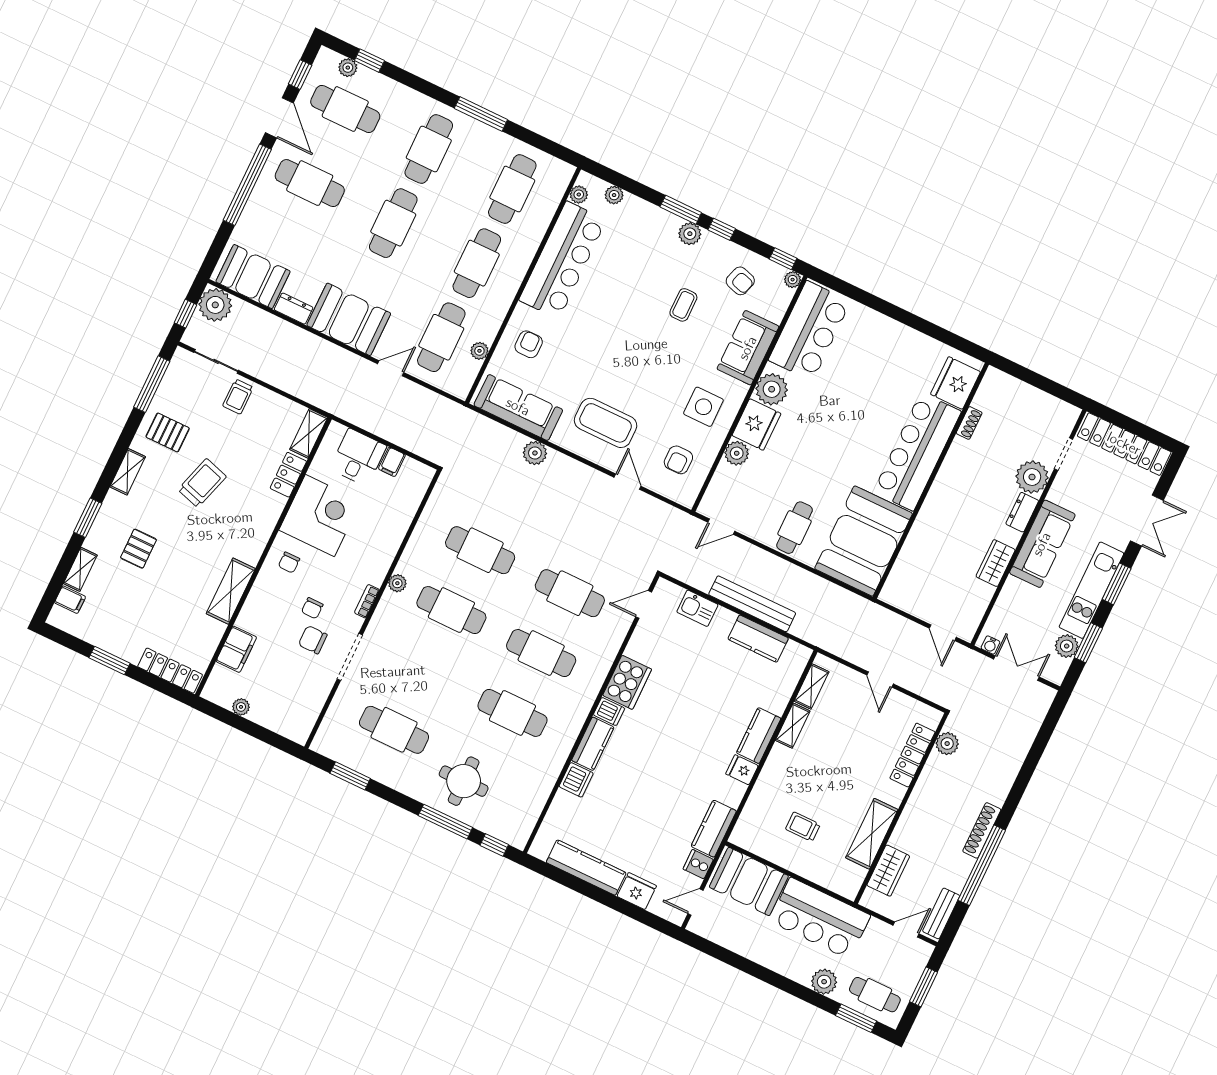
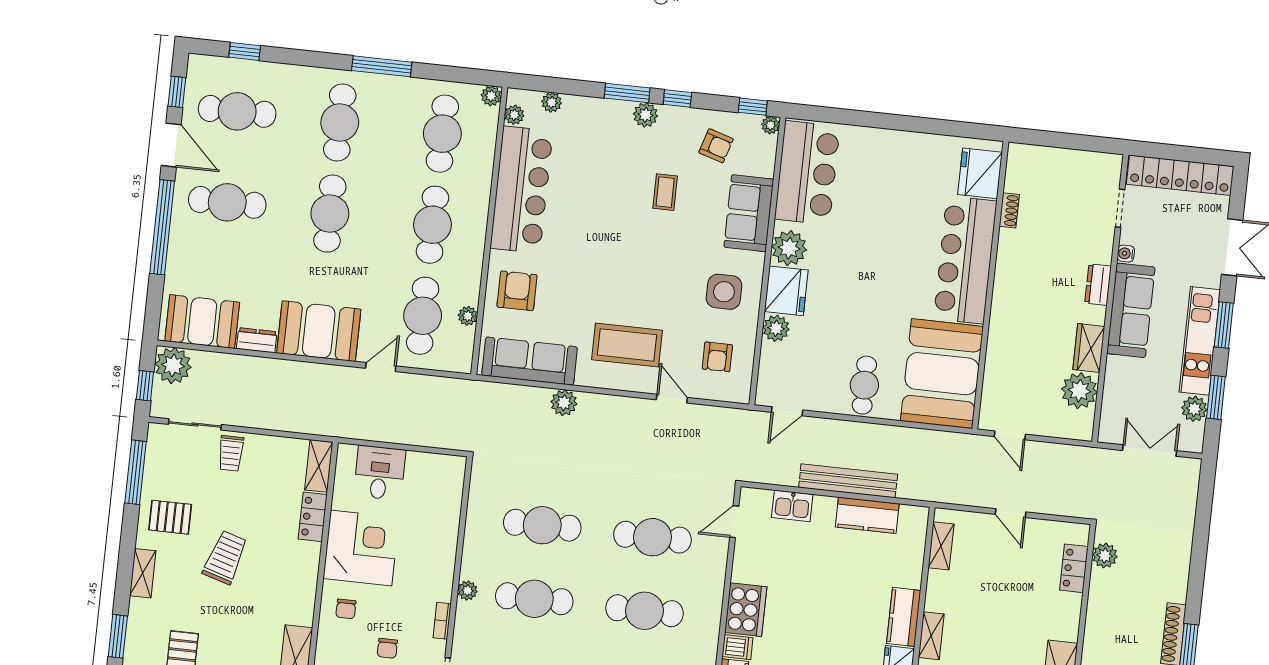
plant: (348, 68) -> (491, 96), moved
armchair: (529, 344) -> (517, 291), width x1.38, depth x1.38
filing cabinet: (392, 462) -> (417, 465), removed
plant: (1032, 477) -> (1079, 391), moved
door: (943, 633) -> (1010, 435), moved
water cooler: (990, 645) -> (1126, 254), moved, turned 90
shelving: (793, 726) -> (931, 636), moved
locker: (912, 755) -> (1074, 568), width x0.66

